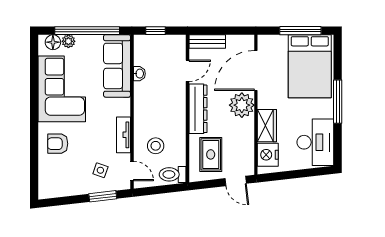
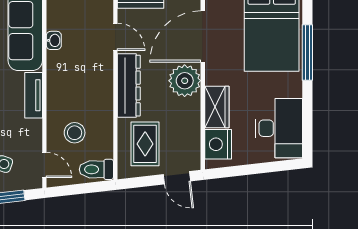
door: (188, 71) -> (115, 37), hinge flipped
window: (338, 102) -> (307, 52), moved
tv unit: (123, 135) -> (34, 95), moved

